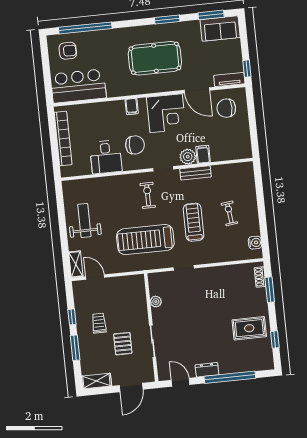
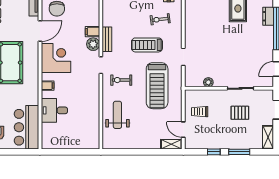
bookcase: (63, 138) -> (68, 144), removed
chair: (135, 145) -> (79, 86), removed
desk: (106, 157) -> (54, 110), moved, turned 180
exercise bike: (229, 213) -> (160, 19), moved
weight bench: (84, 220) -> (117, 115), moved, turned 90
door: (95, 277) -> (183, 130), hinge flipped
trolley: (99, 323) -> (200, 112), moved
dresser: (207, 370) -> (268, 16), moved

